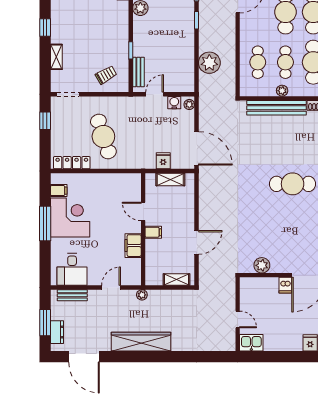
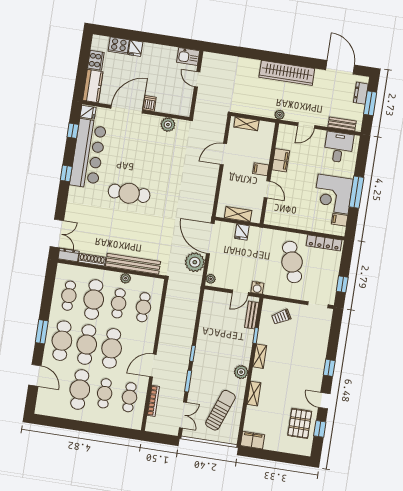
shelving: (56, 57) -> (260, 356), moved
plant: (209, 63) -> (195, 262), moved
water cooler: (174, 103) -> (257, 288), moved

